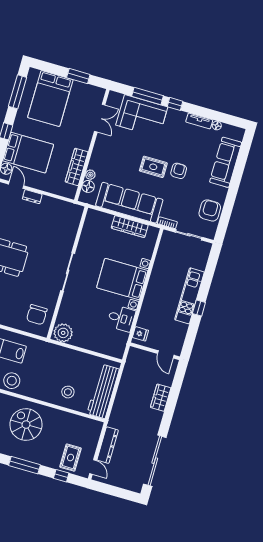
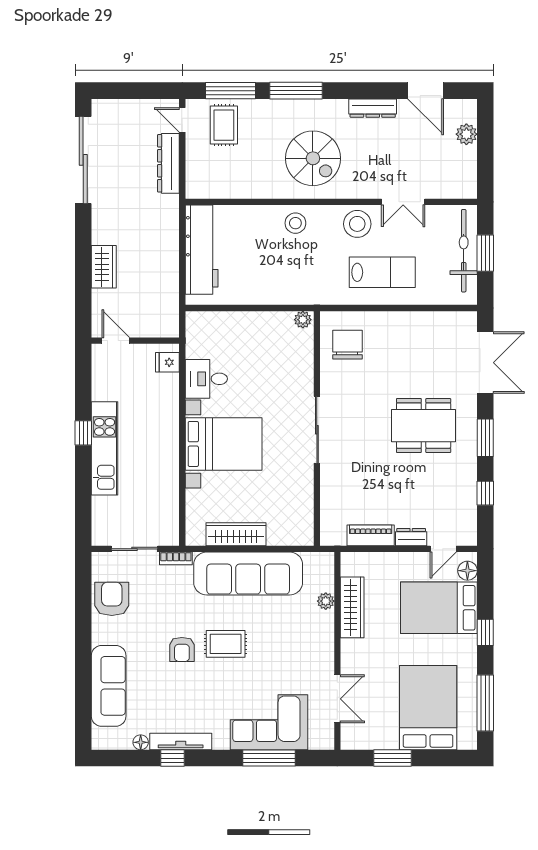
window: (175, 104) -> (173, 758), moved
double door: (100, 118) -> (337, 699), swing flipped
tv unit: (199, 121) -> (181, 742), width x1.41
door: (16, 185) -> (443, 549), hinge flipped
floor lamp: (88, 186) -> (324, 581), removed
piano: (55, 204) -> (371, 535), added
armchair: (210, 210) -> (112, 599), turned 180
plant: (63, 333) -> (303, 320), width x0.53, depth x0.53
stool: (68, 392) -> (295, 223), moved
window: (61, 476) -> (231, 91), width x2.17

